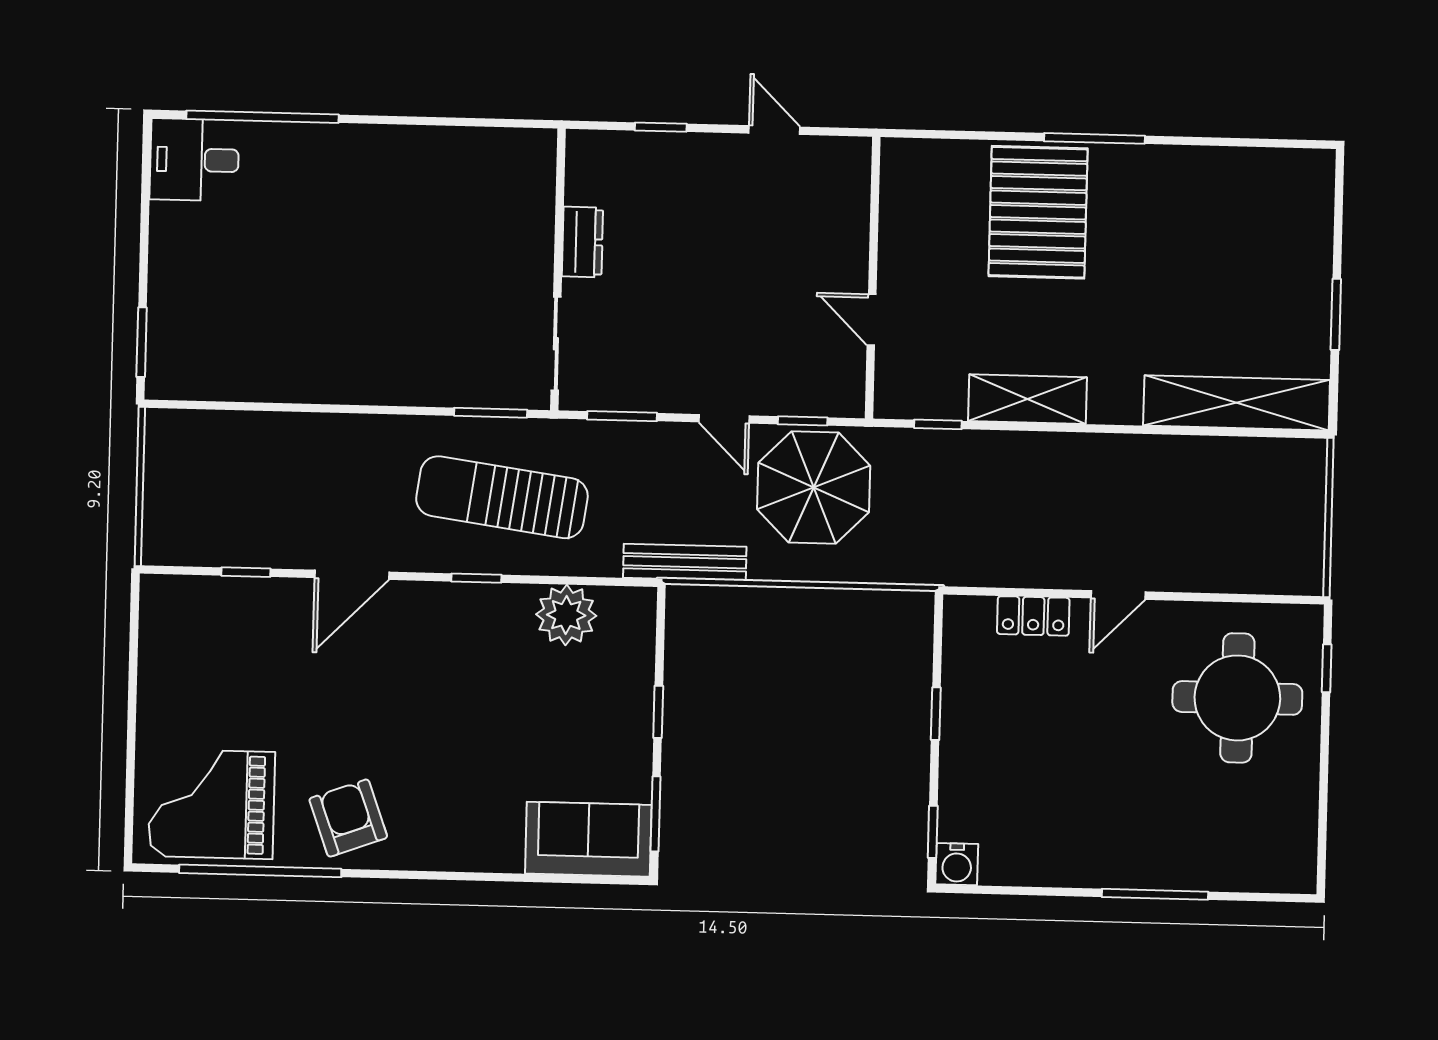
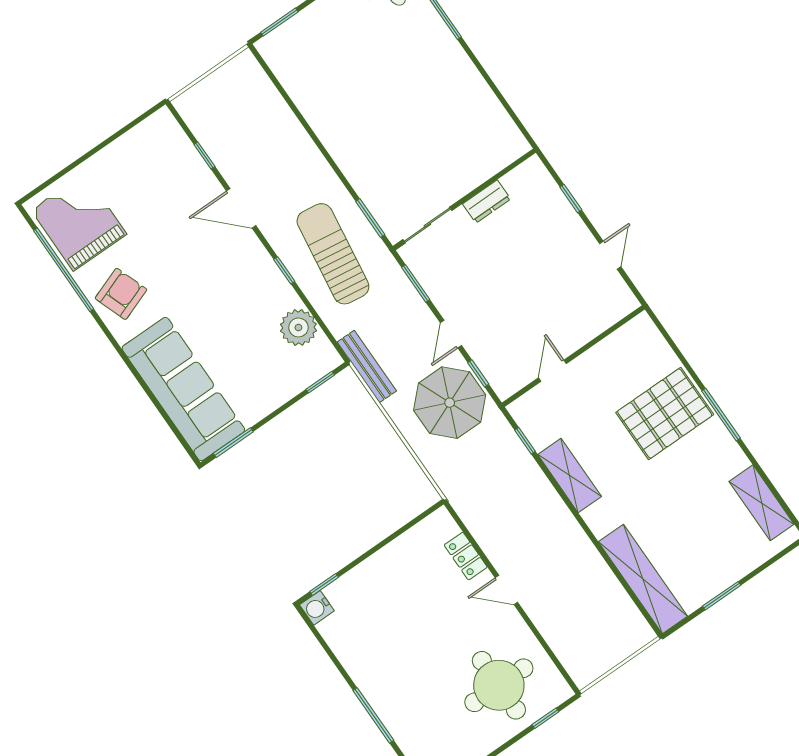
shelving: (1251, 171) -> (762, 503), added
window: (658, 712) -> (320, 382), moved
window: (936, 714) -> (383, 543), removed
sofa: (588, 839) -> (183, 389), width x1.85, depth x1.27

